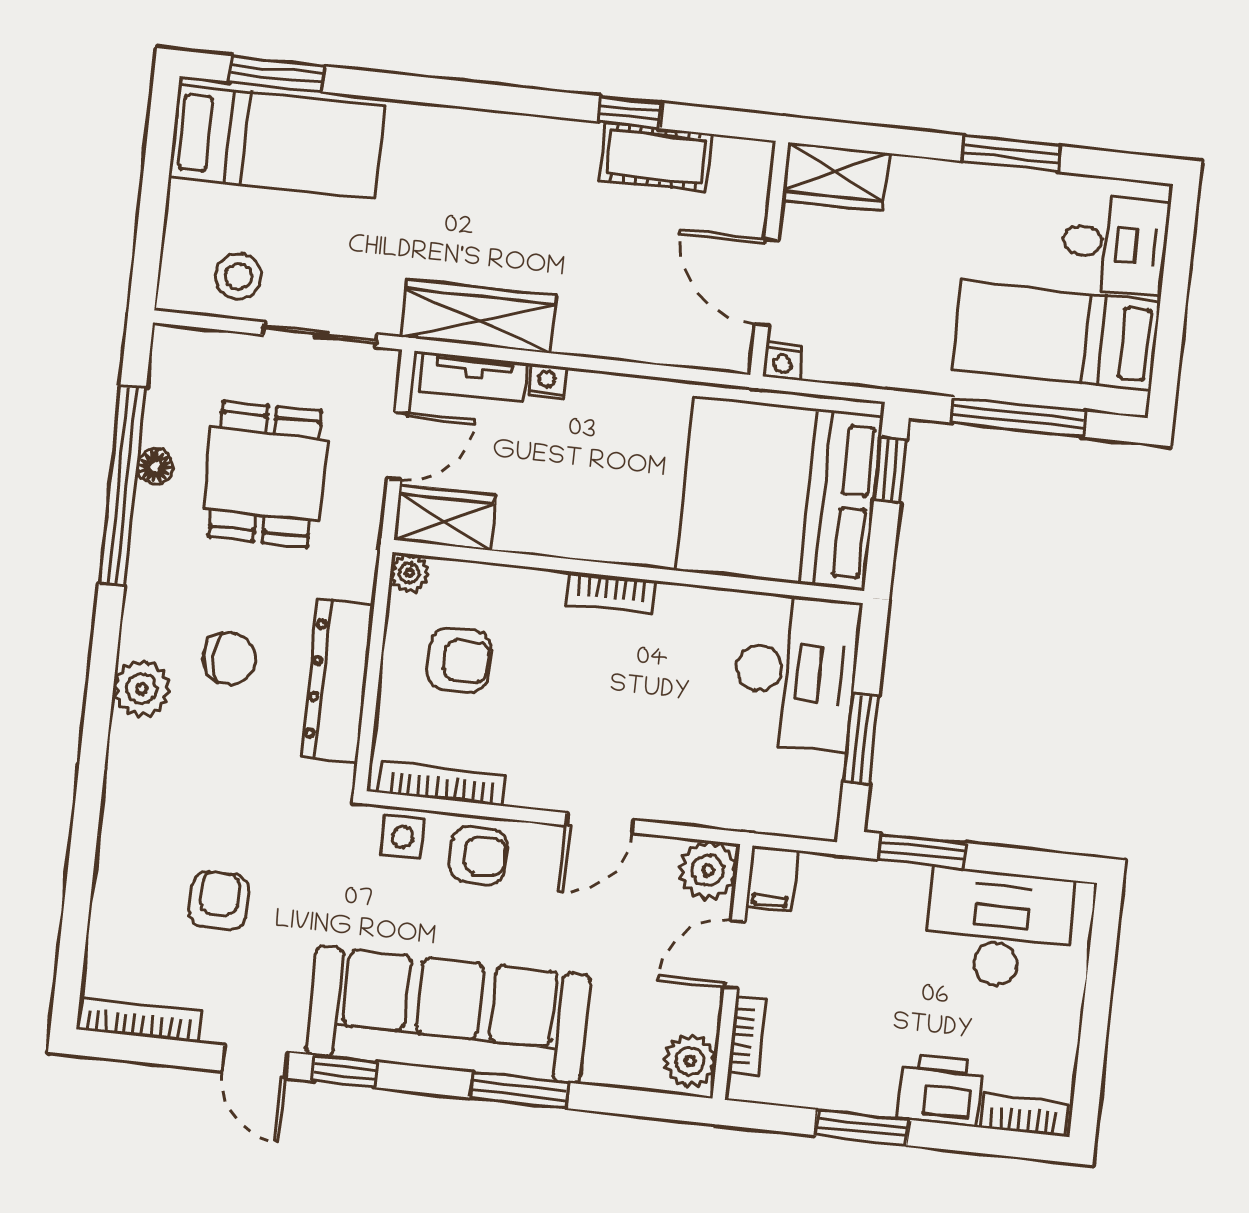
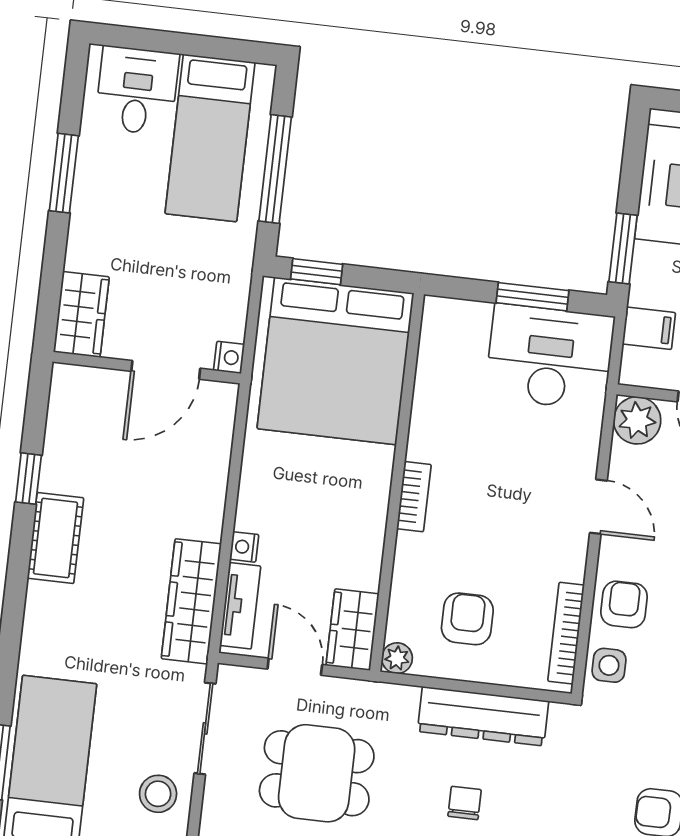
cot: (656, 157) -> (55, 538), moved
chair: (229, 659) -> (465, 803), width x0.73, depth x0.73
desk: (796, 672) -> (550, 357), moved
filing cabinet: (772, 879) -> (649, 328), moved

